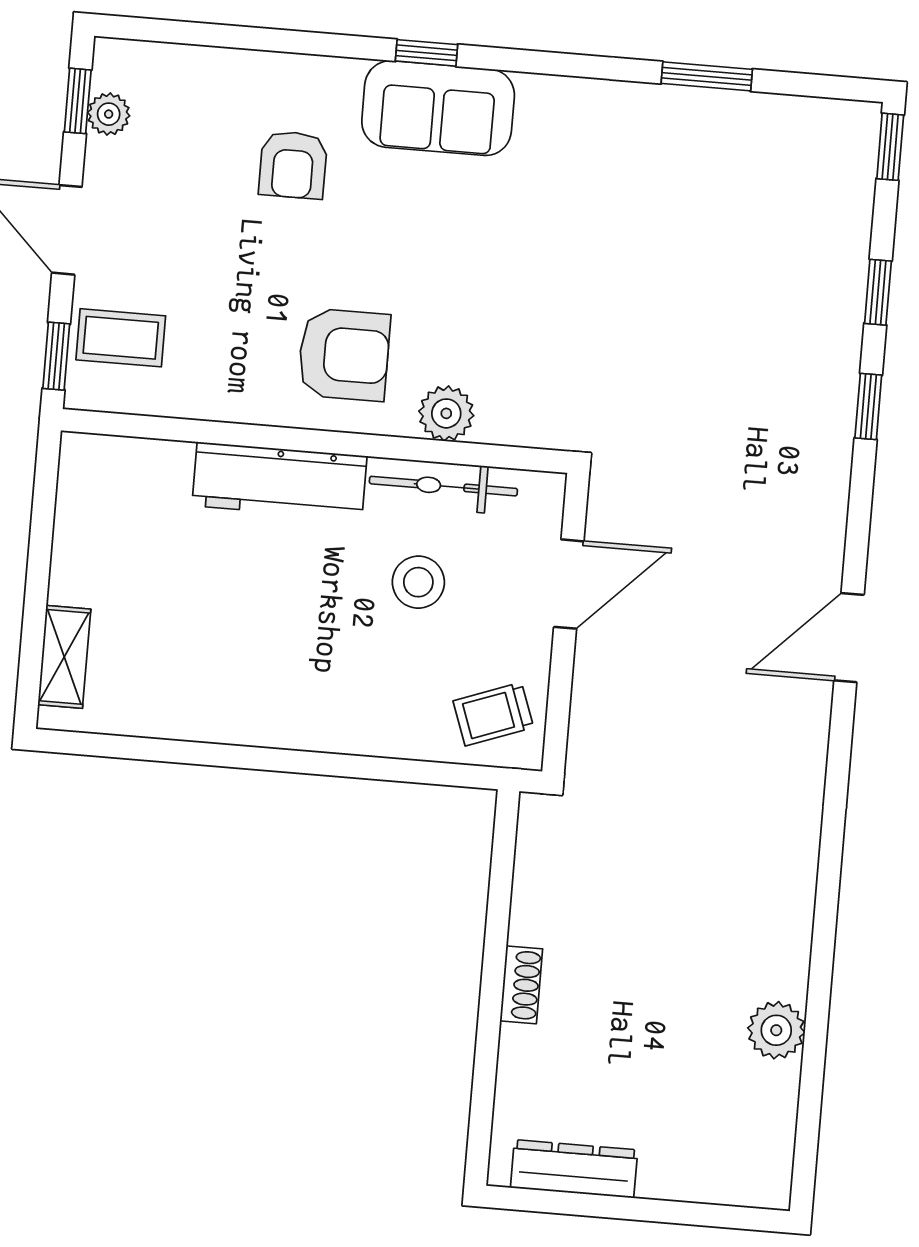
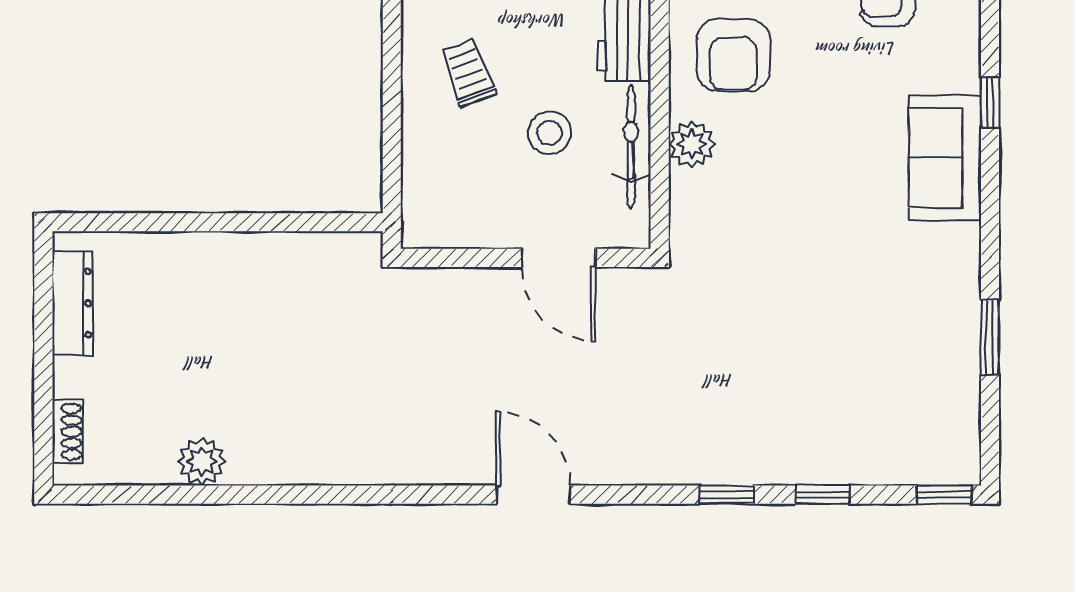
sofa: (438, 108) -> (945, 158), moved
trolley: (493, 714) -> (468, 73), moved
shoe rack: (521, 985) -> (68, 432), moved, turned -90

